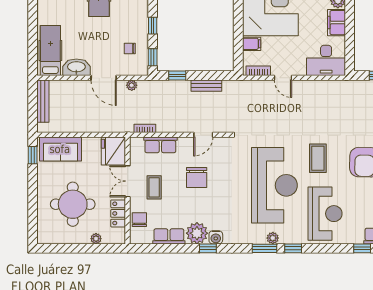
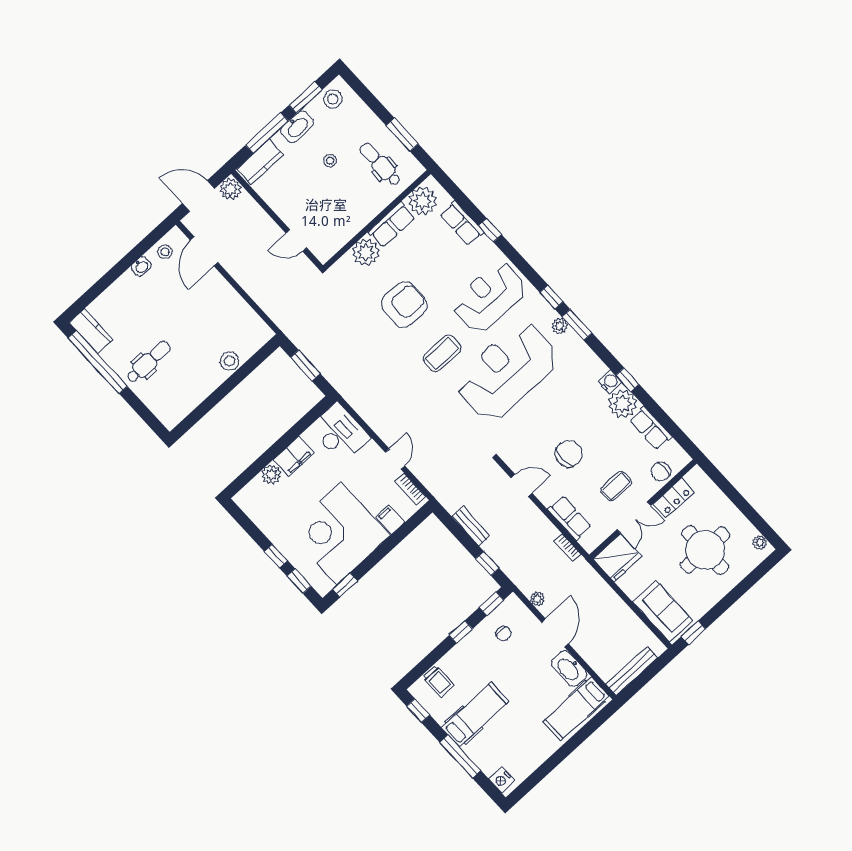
plant: (96, 239) -> (760, 542), moved

